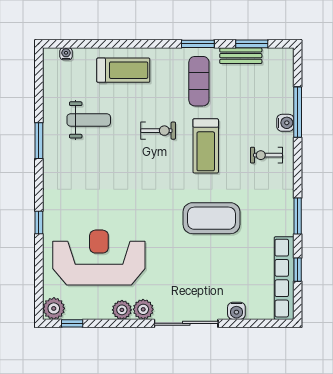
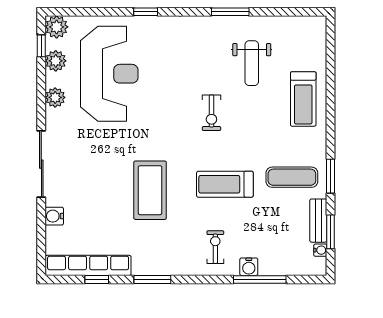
water cooler: (66, 54) -> (320, 250), moved
exercise bike: (158, 131) -> (211, 113), moved
plant: (143, 309) -> (56, 61), moved

